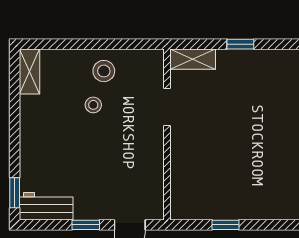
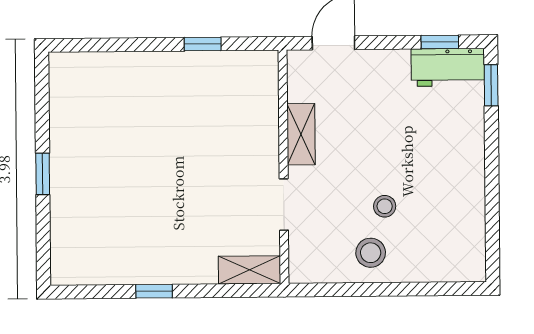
window: (240, 44) -> (154, 291), moved
shelving: (29, 72) -> (301, 134), moved
window: (86, 225) -> (440, 42), moved

